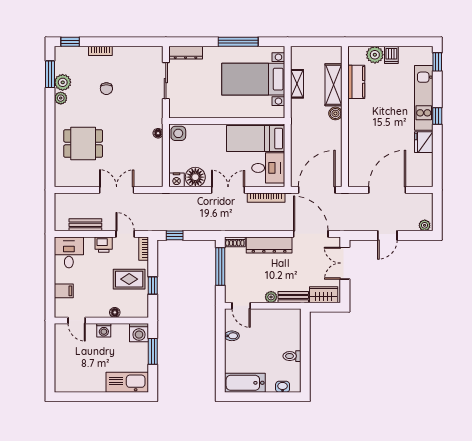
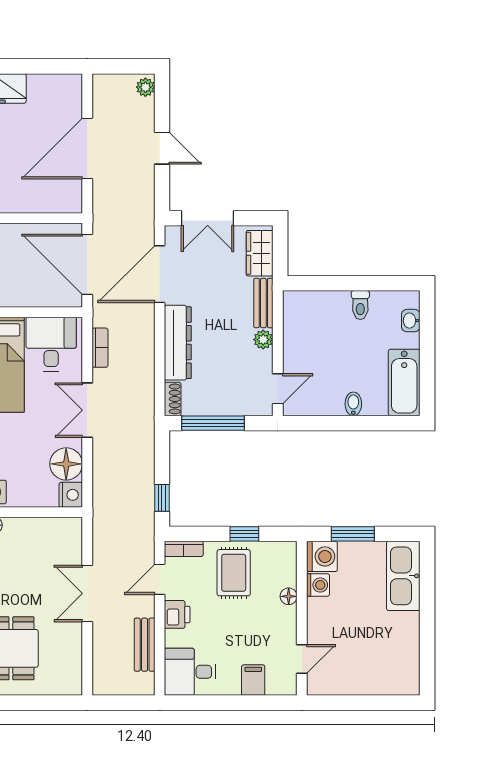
door: (387, 190) -> (87, 149), hinge flipped
bookcase: (266, 198) -> (100, 348), width x0.64
washing machine: (104, 330) -> (318, 585), moved
bidet: (232, 336) -> (353, 404), moved

